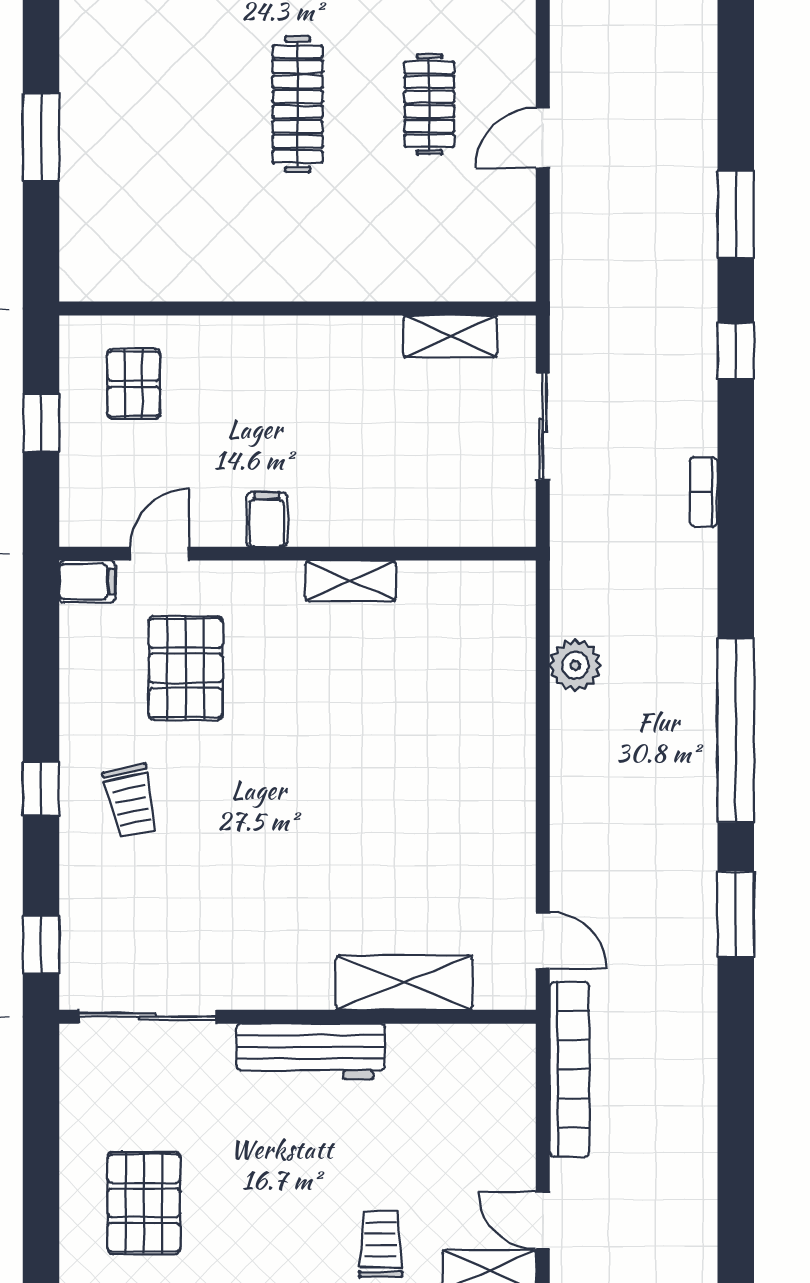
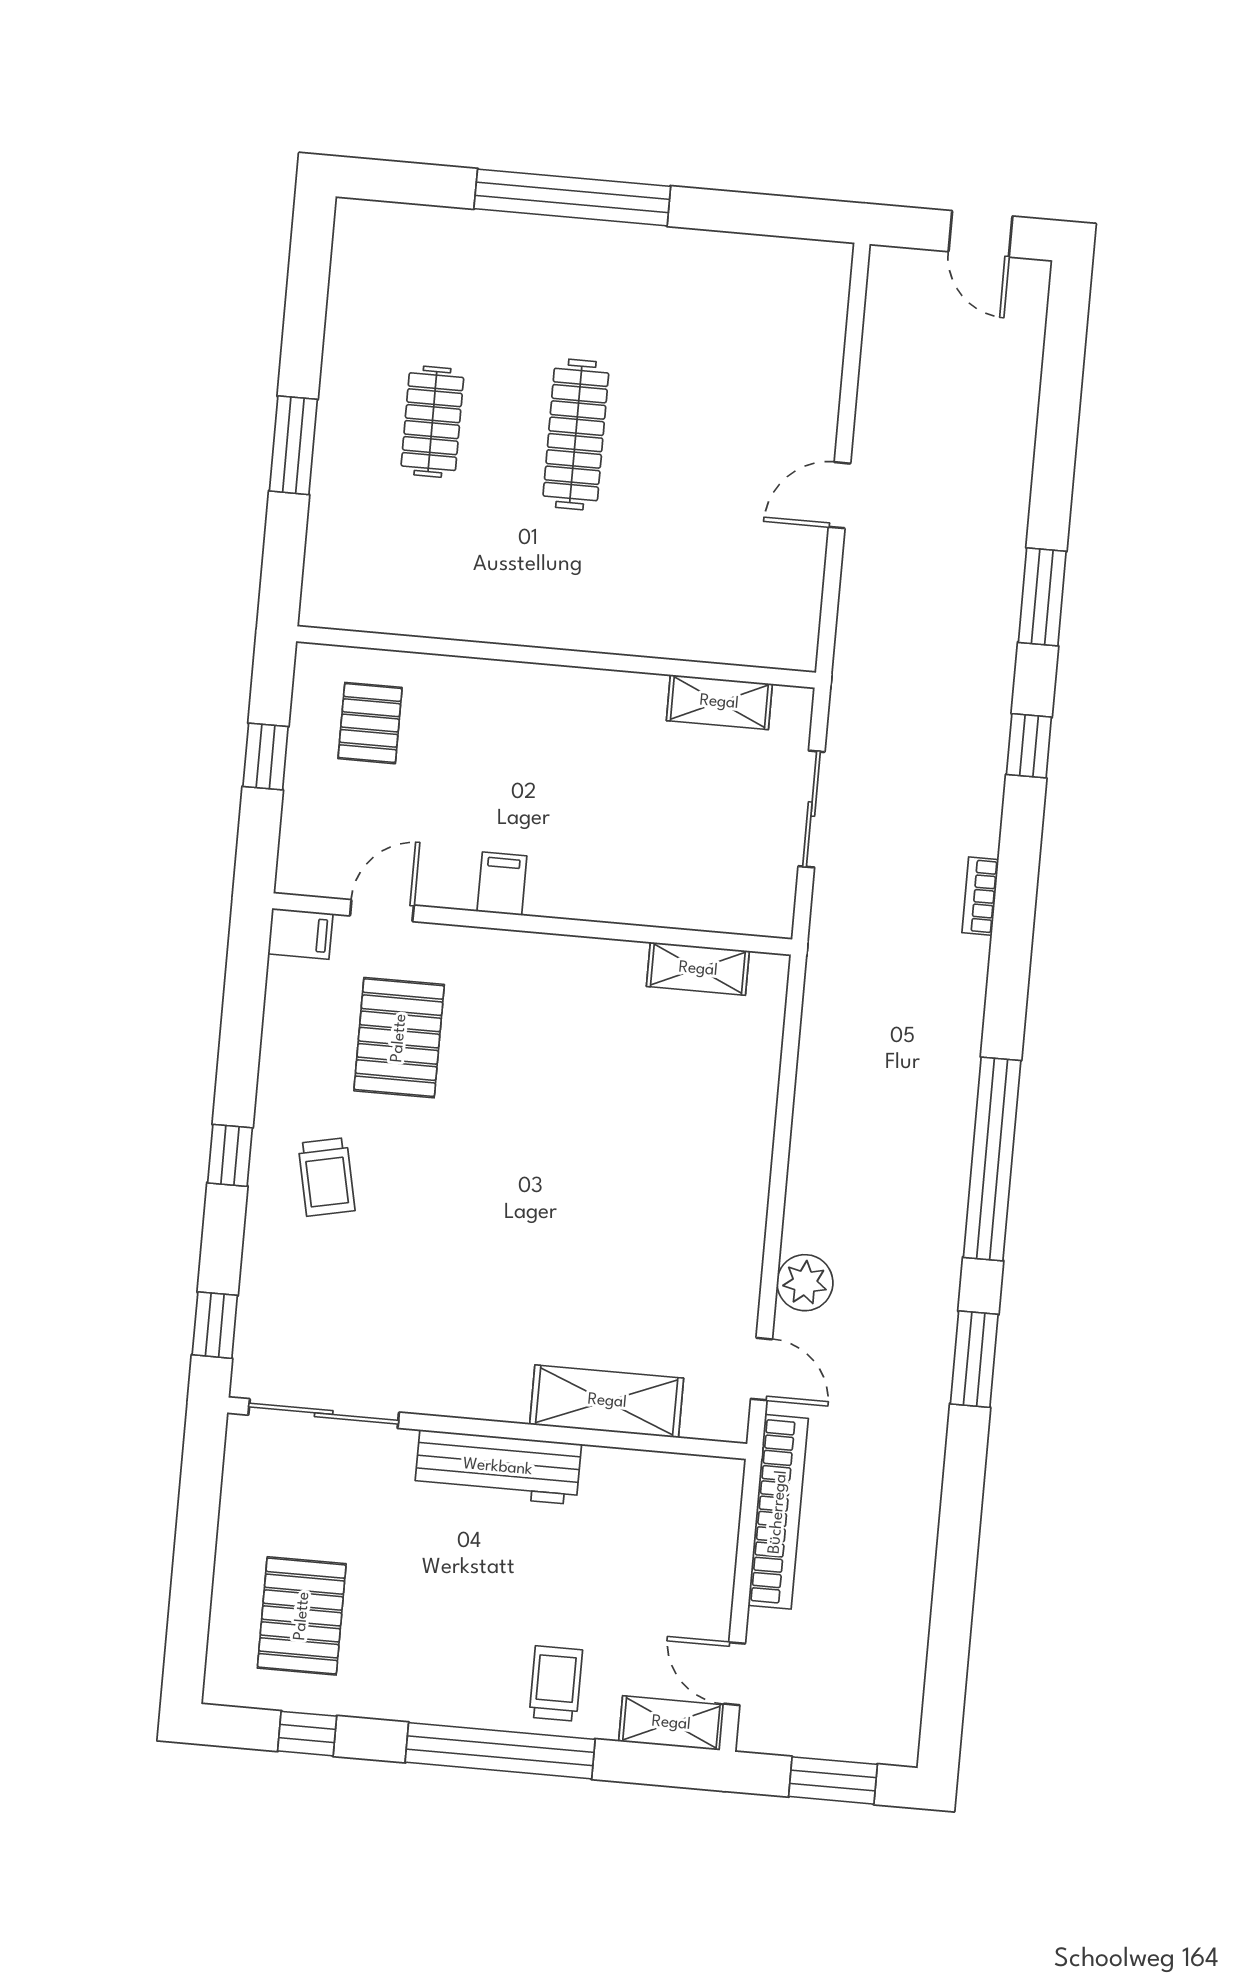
clothes rail: (429, 104) -> (432, 422), moved
shelving: (350, 581) -> (698, 969), moved
plant: (575, 665) -> (805, 1283), moved

